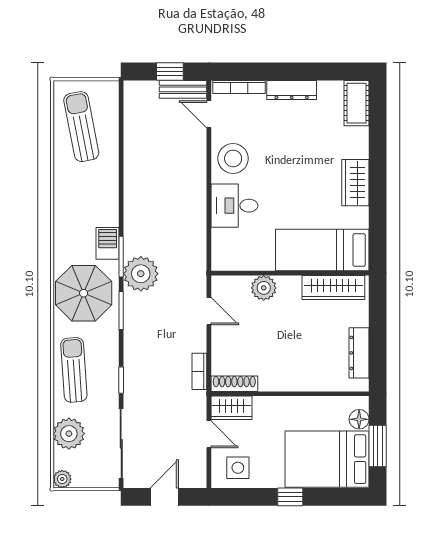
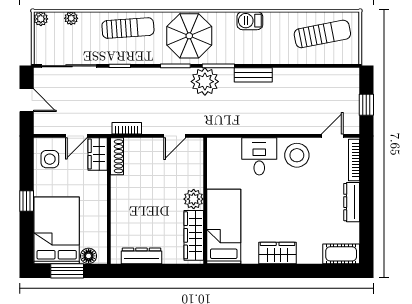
bench: (183, 89) -> (253, 75), moved, turned 90
barbecue: (108, 243) -> (250, 21), moved, turned 180
plant: (264, 288) -> (194, 199), moved
plant: (69, 434) -> (71, 18), width x0.53, depth x0.53

